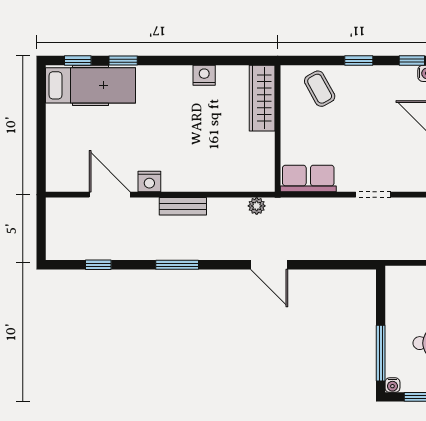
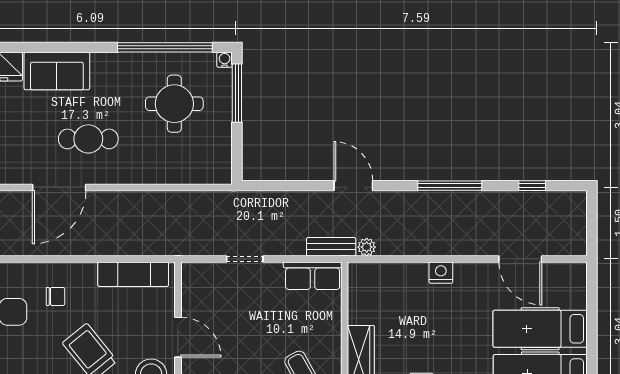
hospital bed: (91, 128) -> (540, 329), added
nightstand: (149, 181) -> (441, 273), moved
bench: (183, 206) -> (331, 247), moved
window: (177, 265) -> (450, 186), width x1.44

